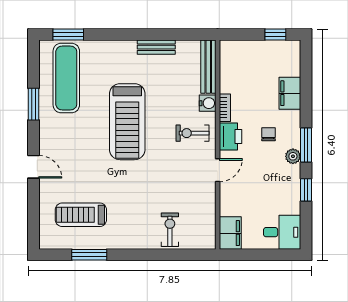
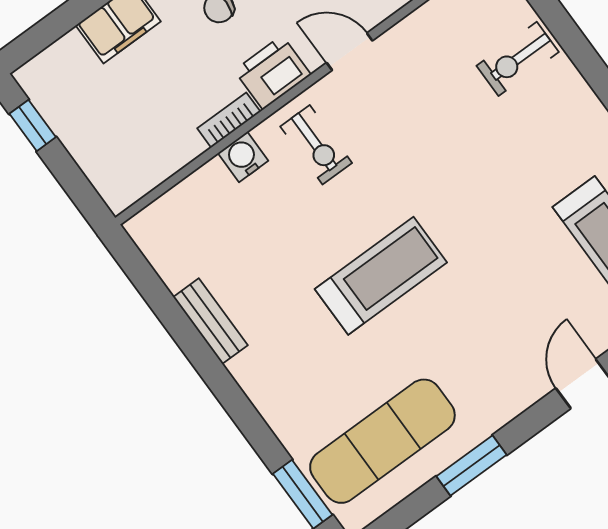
bench: (208, 67) -> (177, 203), removed
treadmill: (127, 122) -> (381, 276), width x0.73, depth x0.73

